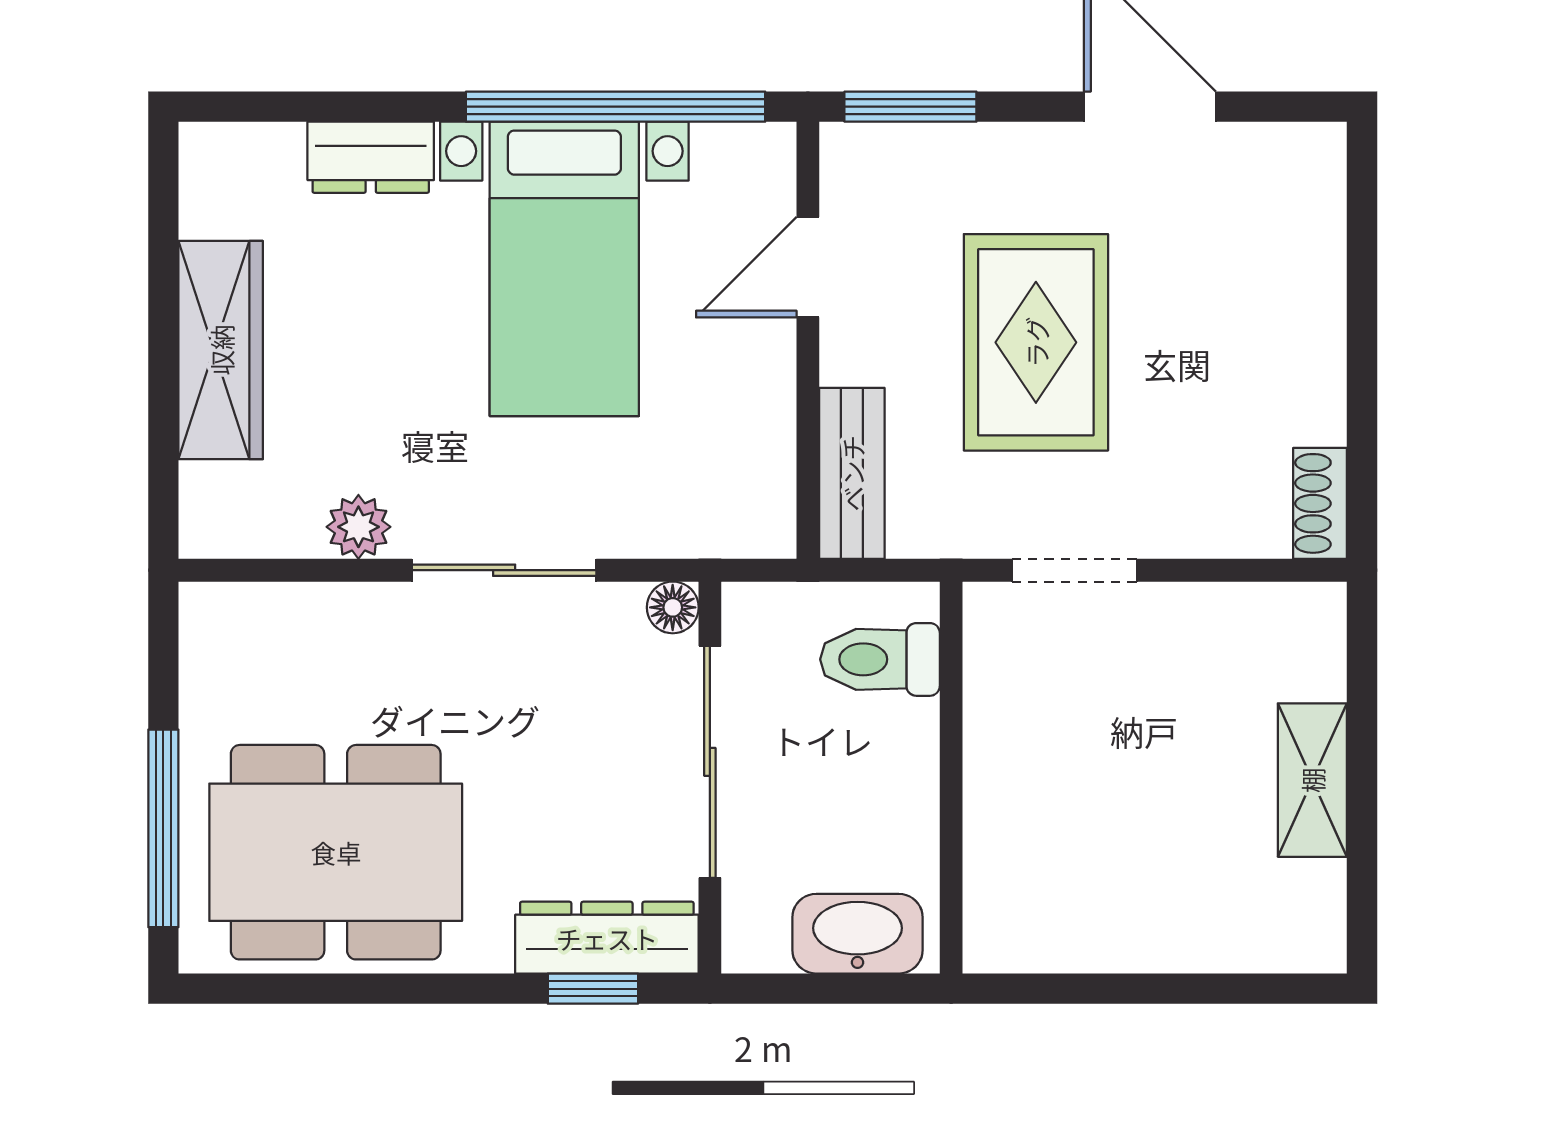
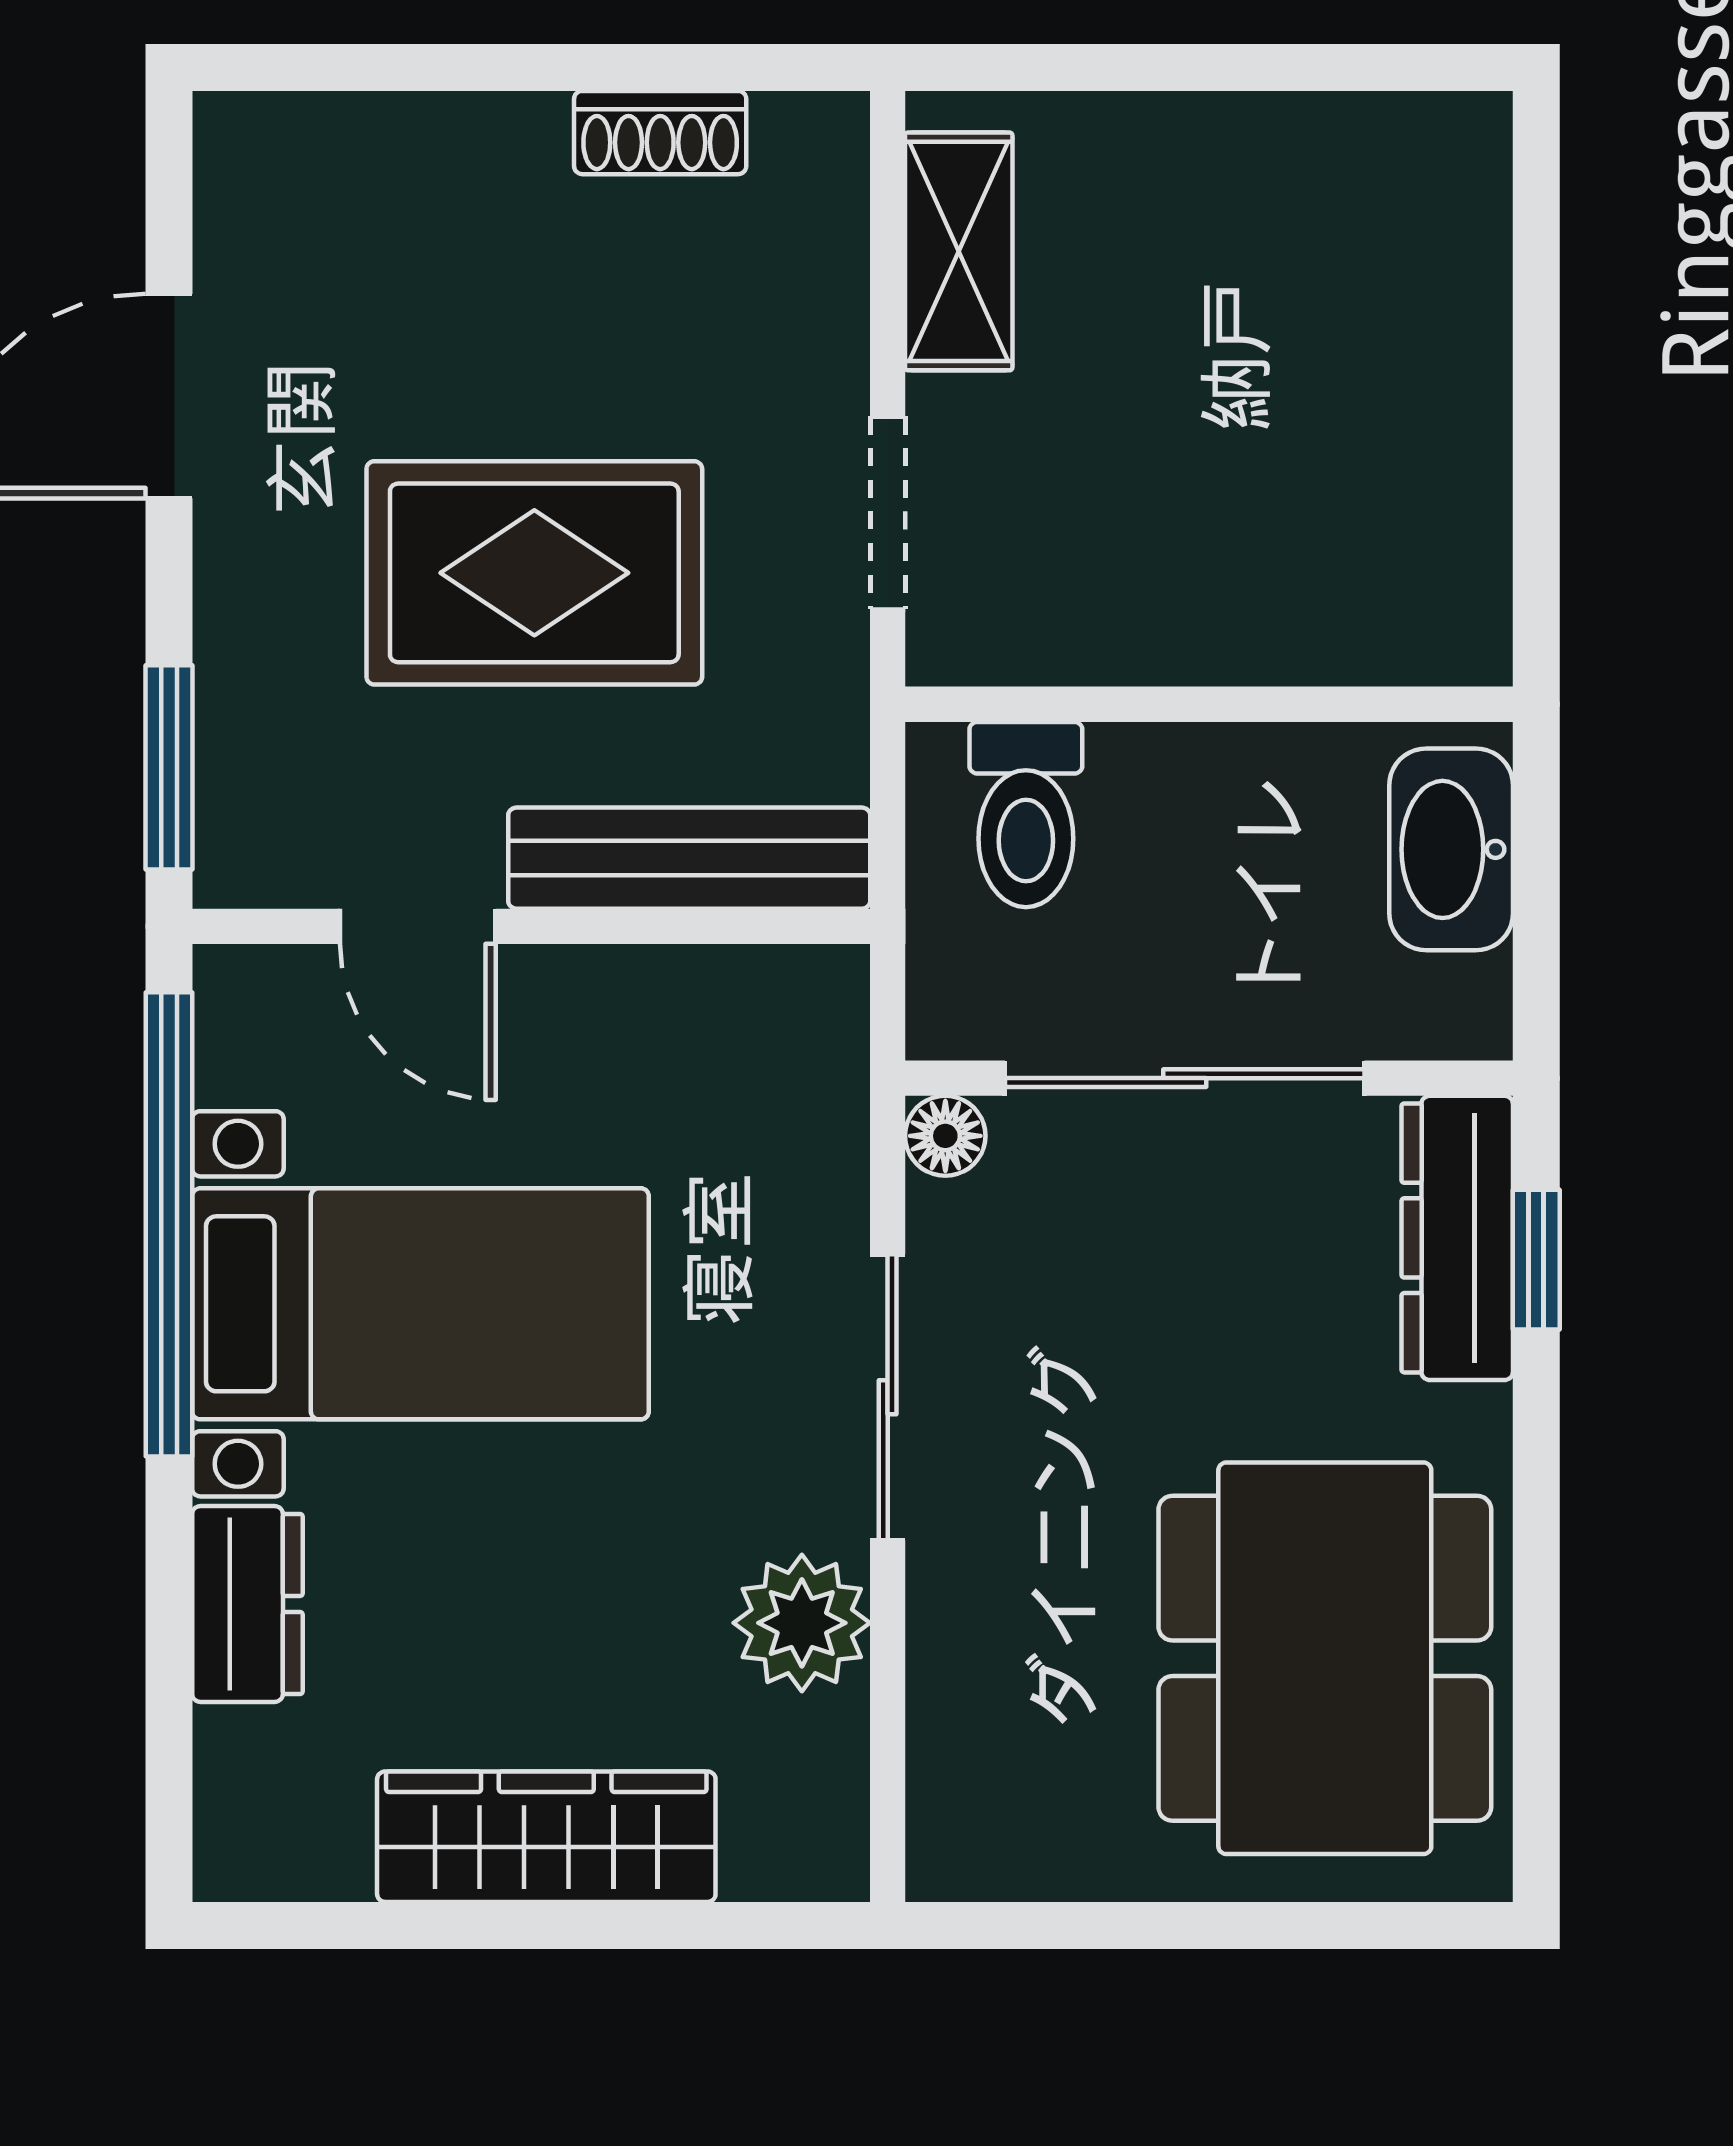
bench: (852, 473) -> (689, 858), width x1.36
shoe rack: (1320, 503) -> (660, 133), moved
plant: (358, 527) -> (802, 1623), width x1.38, depth x1.38
shelving: (1312, 780) -> (959, 251), moved, turned 90
window: (163, 828) -> (1288, 1925), removed

